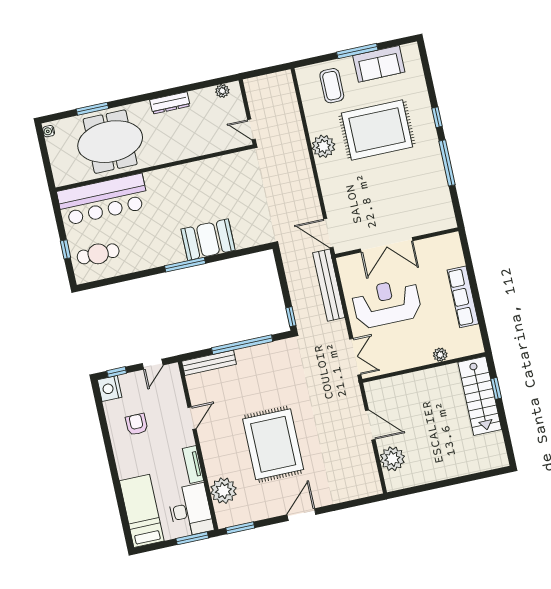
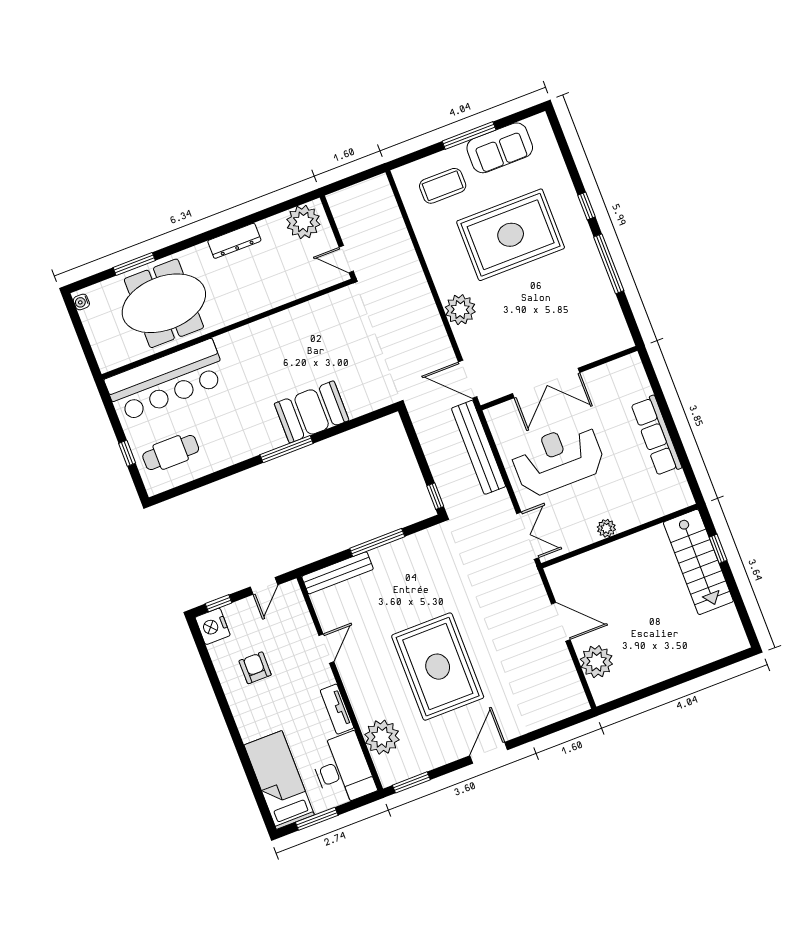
coffee table: (332, 86) -> (443, 186), turned 90
plant: (222, 91) -> (303, 222), width x1.88, depth x1.88
plant: (323, 146) -> (460, 310), moved
window: (242, 345) -> (377, 542), width x0.68
plant: (440, 355) -> (606, 528), moved
window: (192, 538) -> (317, 819), moved

